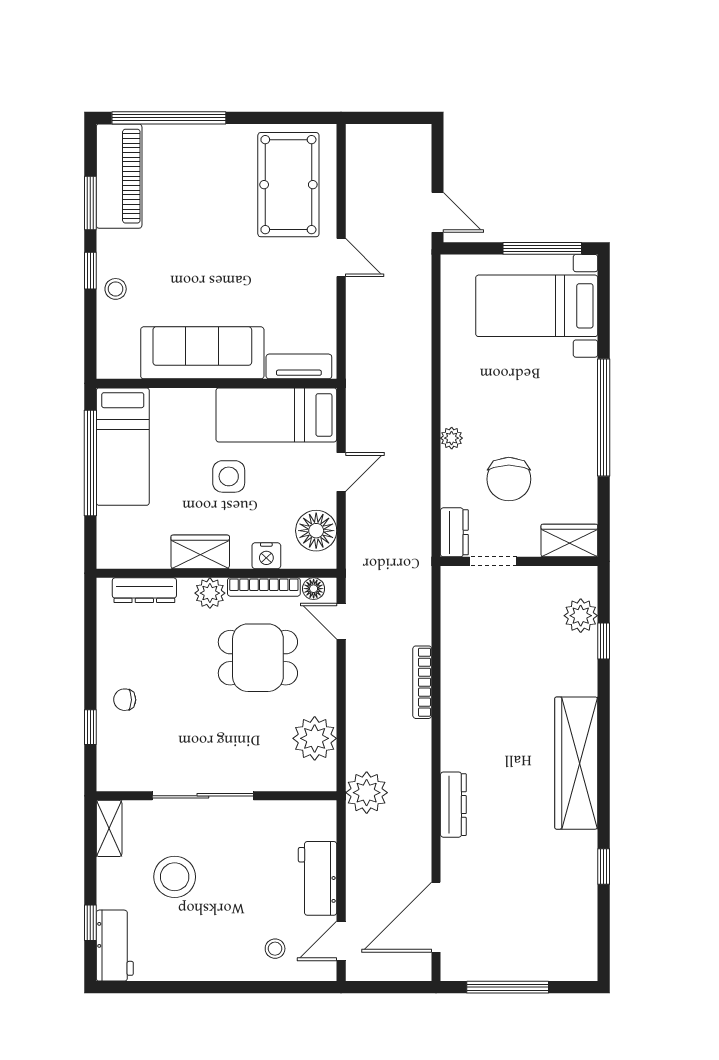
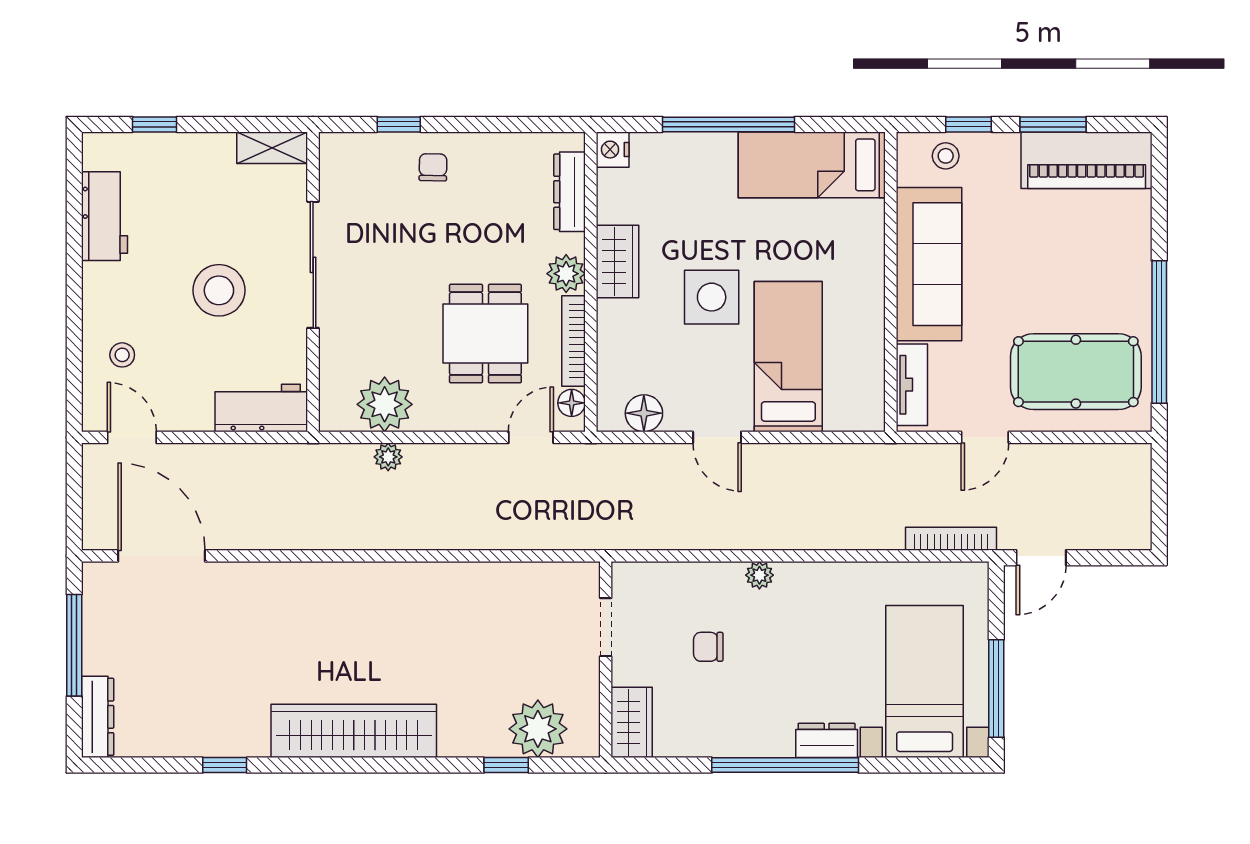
window: (169, 118) -> (1159, 332), moved
sofa: (202, 353) -> (929, 264), moved
tv unit: (299, 366) -> (912, 385), moved
wall: (216, 383) -> (891, 282), moved
bed: (123, 447) -> (812, 165), moved
side table: (229, 476) -> (712, 297), width x1.37, depth x1.37
chair: (509, 479) -> (708, 647), width x0.54, depth x0.54
floor lamp: (316, 531) -> (644, 413), width x0.73, depth x0.73
dresser: (454, 532) -> (827, 740), moved, turned 180
nightstand: (266, 556) -> (613, 150), moved
plant: (581, 616) -> (538, 729), width x1.36, depth x1.36
bookcase: (422, 682) -> (951, 539), moved
plant: (367, 793) -> (388, 457), moved, width x0.53, depth x0.53
dresser: (453, 805) -> (98, 717), moved, turned -90
stool: (175, 877) -> (219, 290), moved
workbench: (318, 878) -> (261, 408), moved
workbench: (115, 946) -> (105, 216), moved, turned -90

